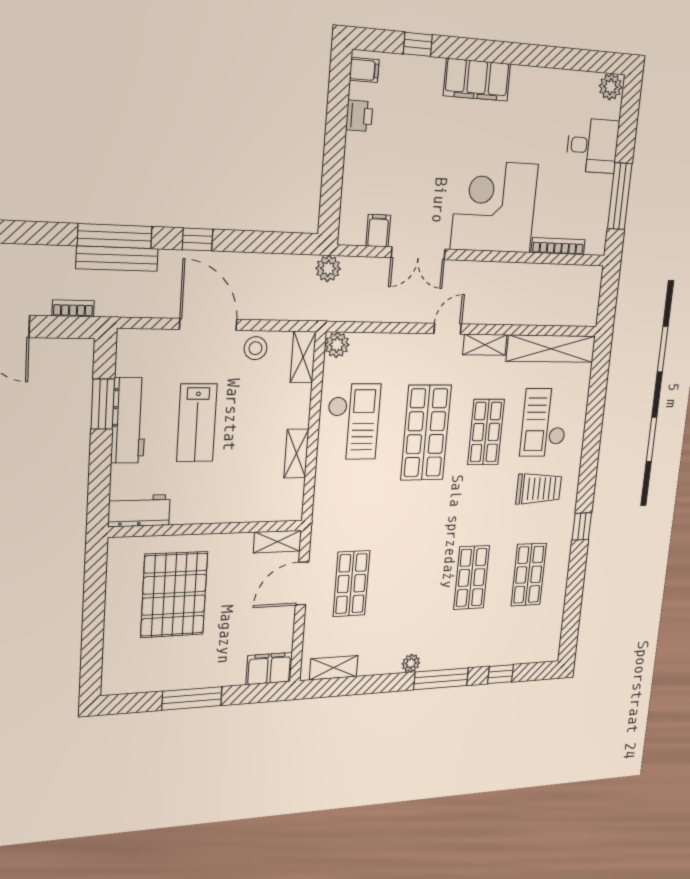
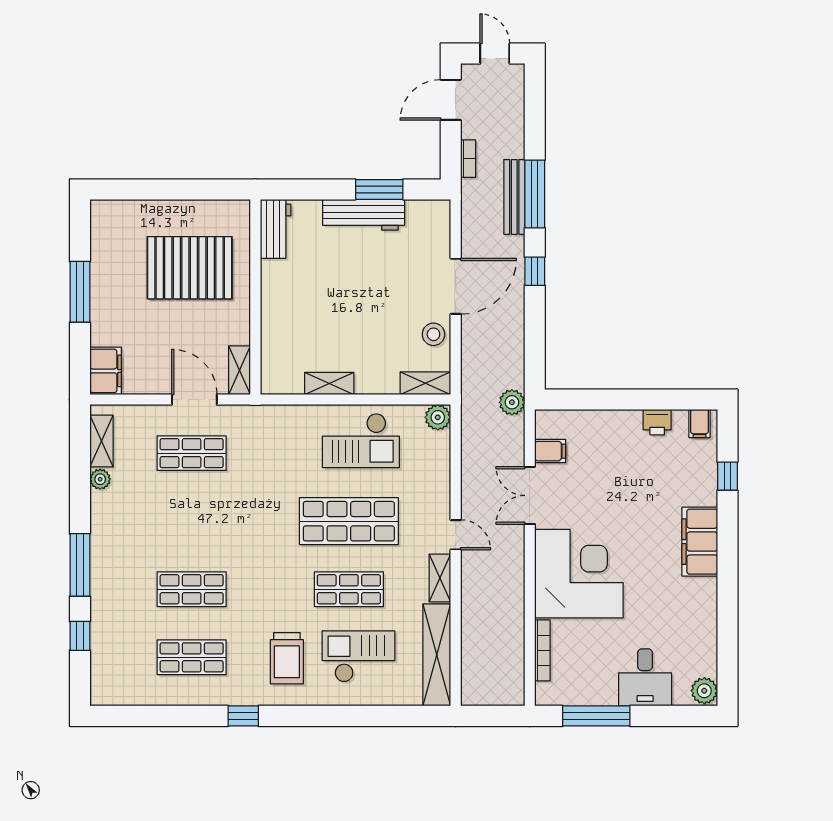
lab bench: (197, 423) -> (361, 281), removed
plant: (411, 663) -> (100, 479), moved

